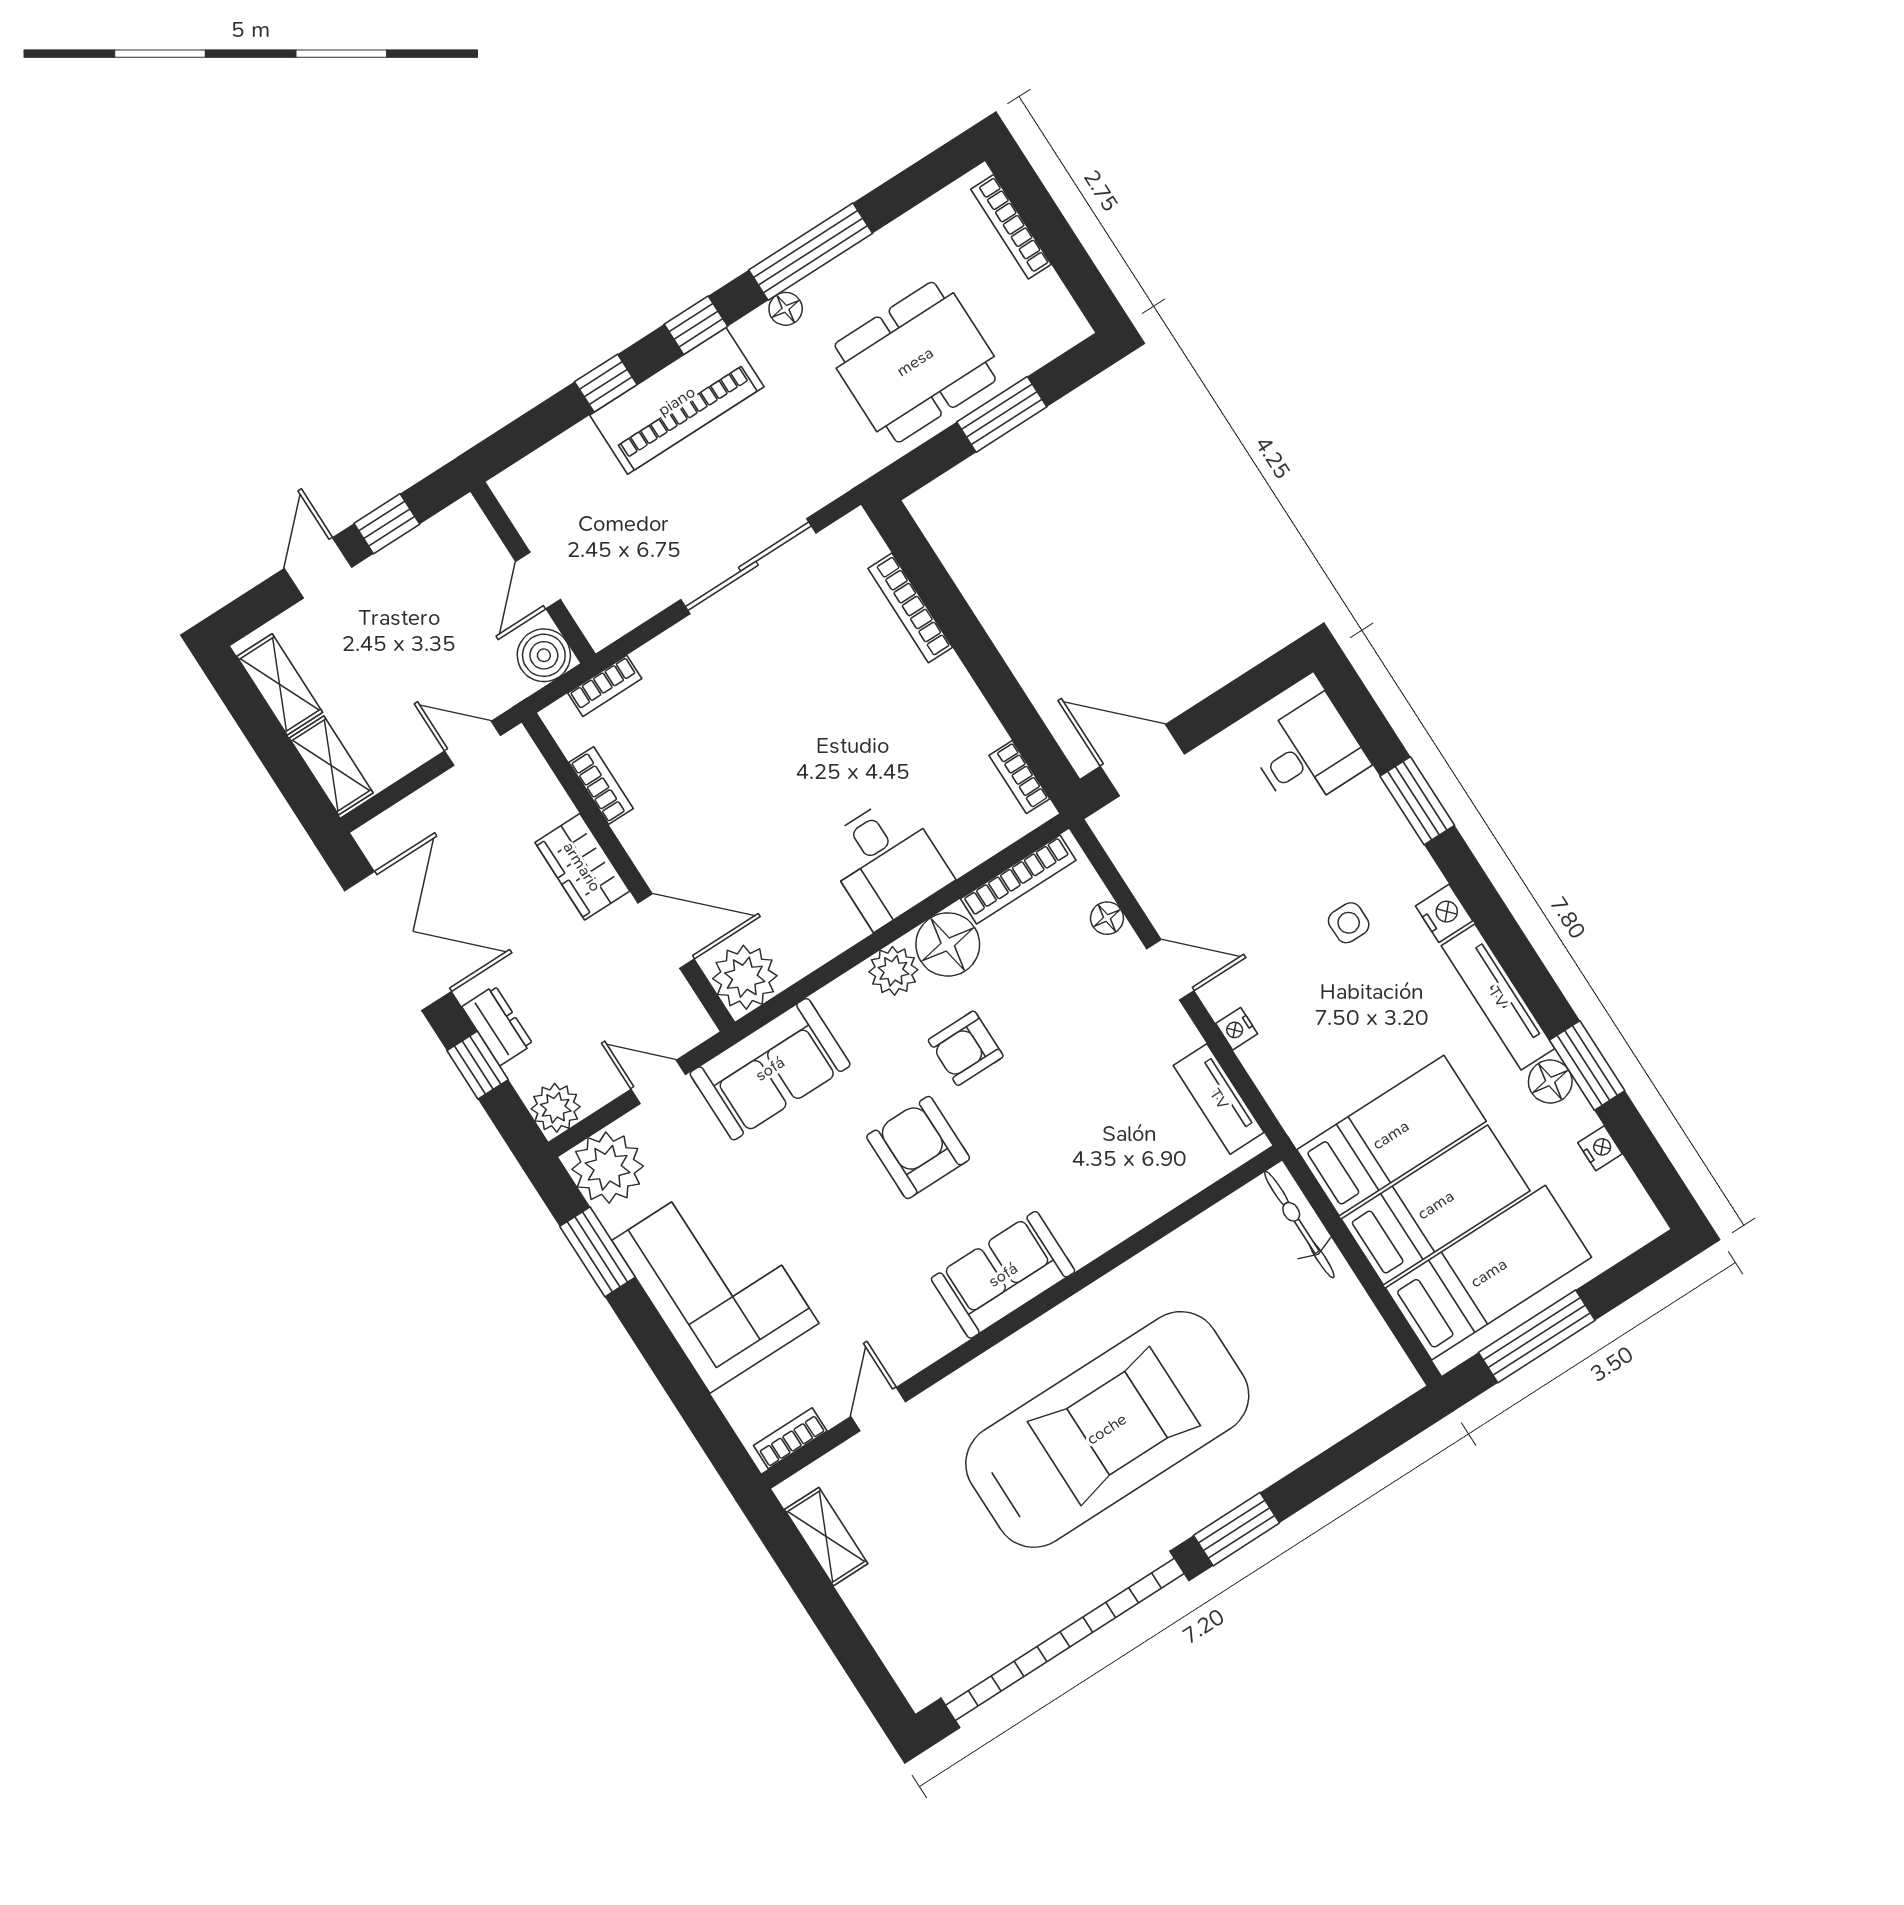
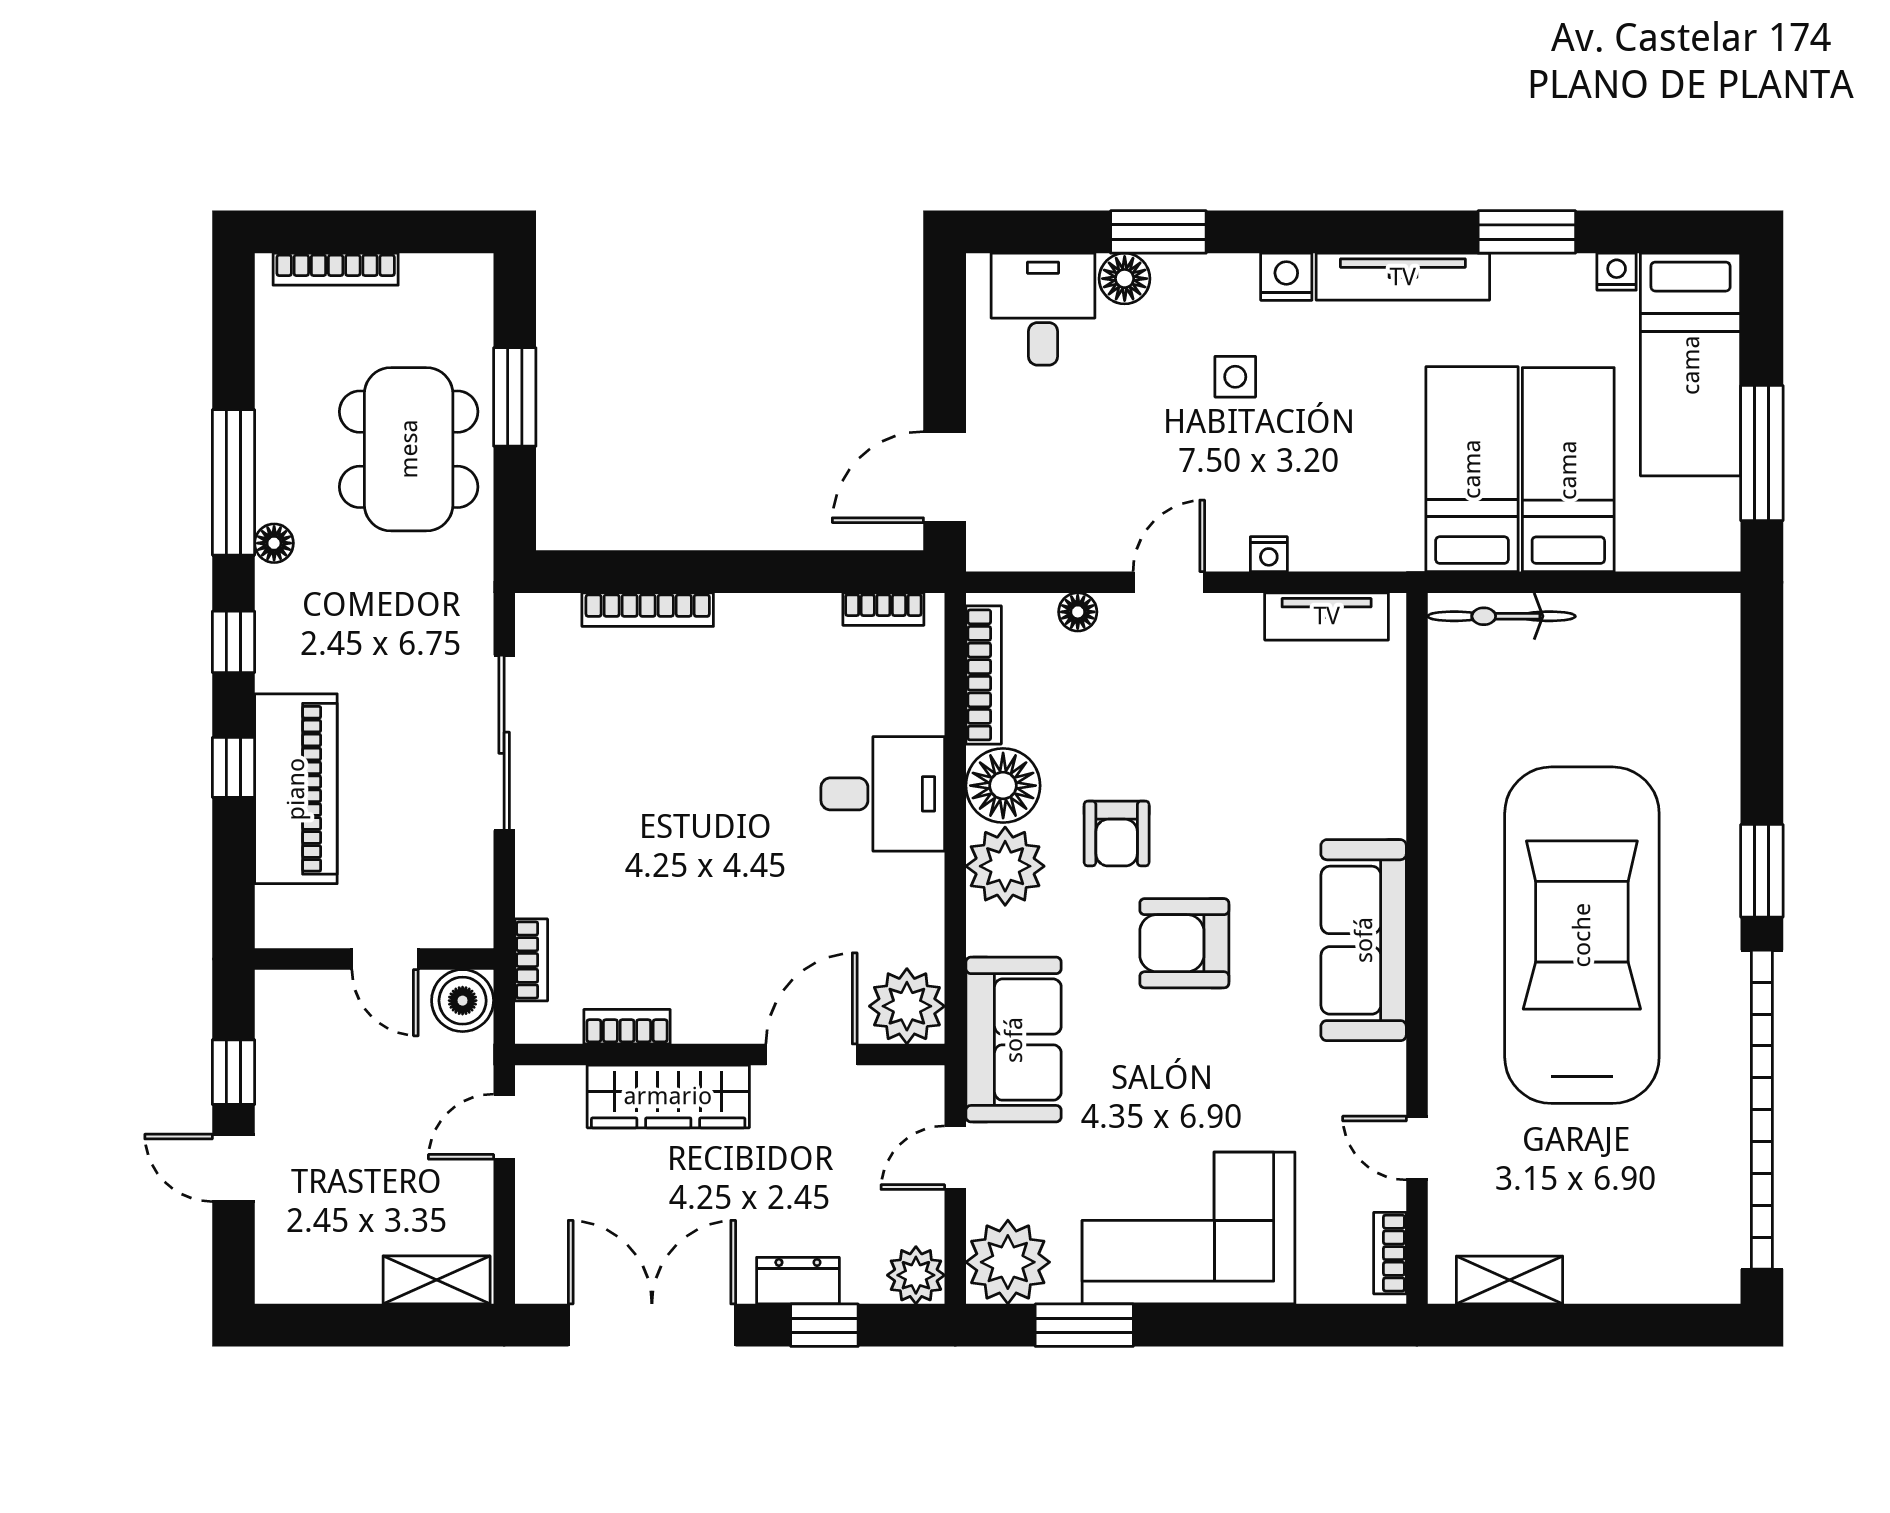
piano: (677, 401) -> (296, 789), moved
shelving: (280, 684) -> (324, 1279), removed
wardrobe: (582, 867) -> (668, 1096), width x1.50
plant: (893, 971) -> (1005, 866), width x1.36, depth x1.36
floor lamp: (1550, 1082) -> (1125, 279), moved
bed: (1489, 1273) -> (1691, 365), moved, turned 180
sofa: (1003, 1275) -> (1364, 940), width x1.36

